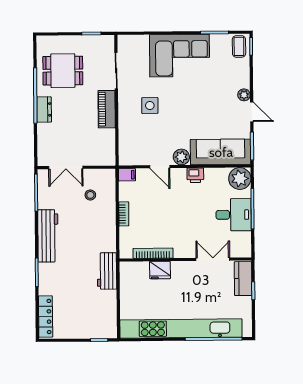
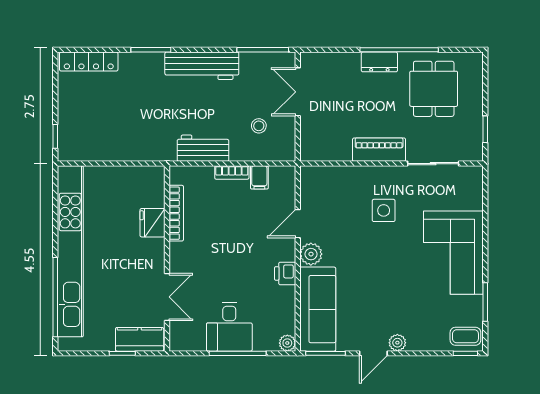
filing cabinet: (127, 175) -> (259, 177), moved
plant: (240, 178) -> (287, 343), width x0.53, depth x0.53
workbench: (107, 271) -> (203, 148), moved

